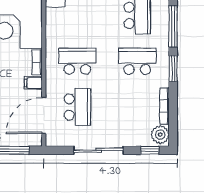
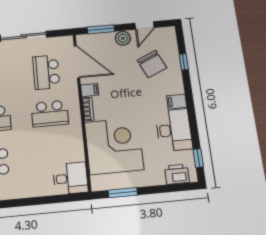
door: (44, 116) -> (77, 62), hinge flipped

